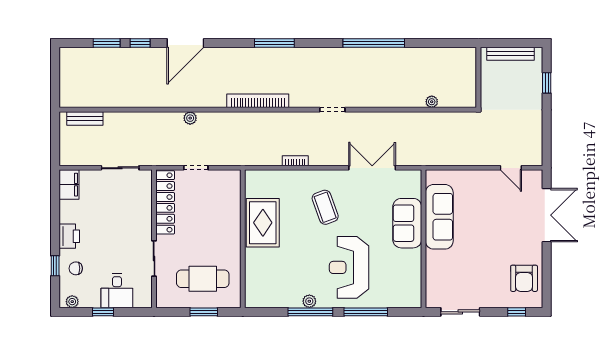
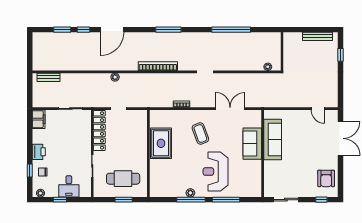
wall: (478, 77) -> (282, 51), moved

